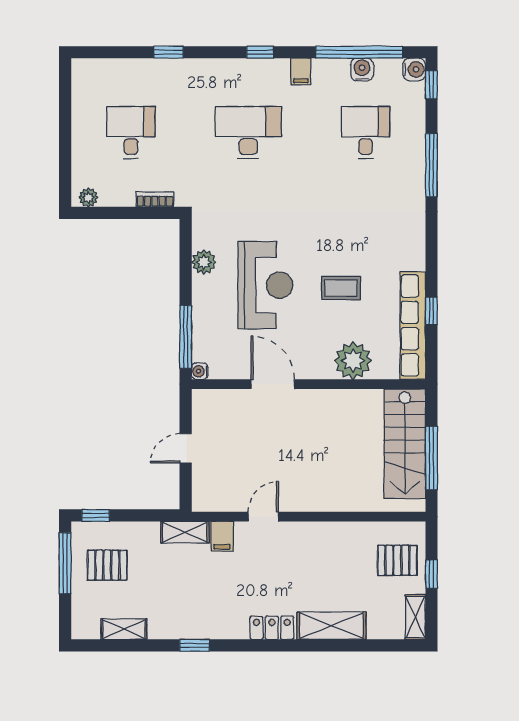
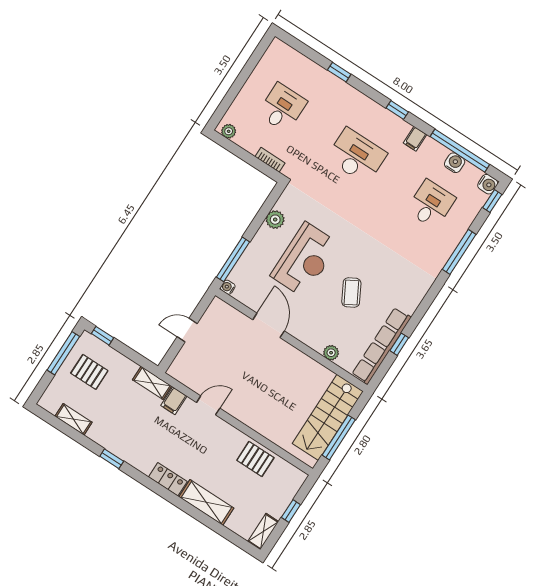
coffee table: (341, 288) -> (351, 292), turned 61
plant: (353, 361) -> (331, 353), width x0.53, depth x0.53
pallet: (397, 560) -> (255, 459), moved

